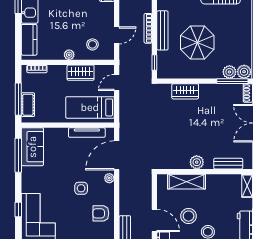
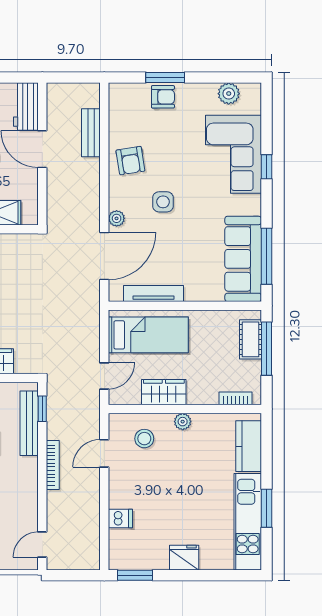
bench: (162, 30) -> (29, 423), moved
sofa: (32, 147) -> (243, 259), width x1.36
armchair: (101, 213) -> (130, 161), turned 81

